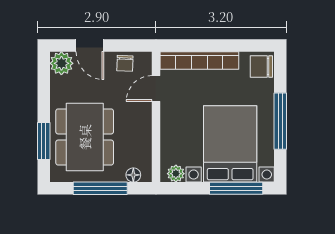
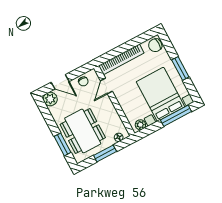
window: (280, 121) -> (180, 68), width x0.69
window: (100, 188) -> (105, 153), width x0.69

